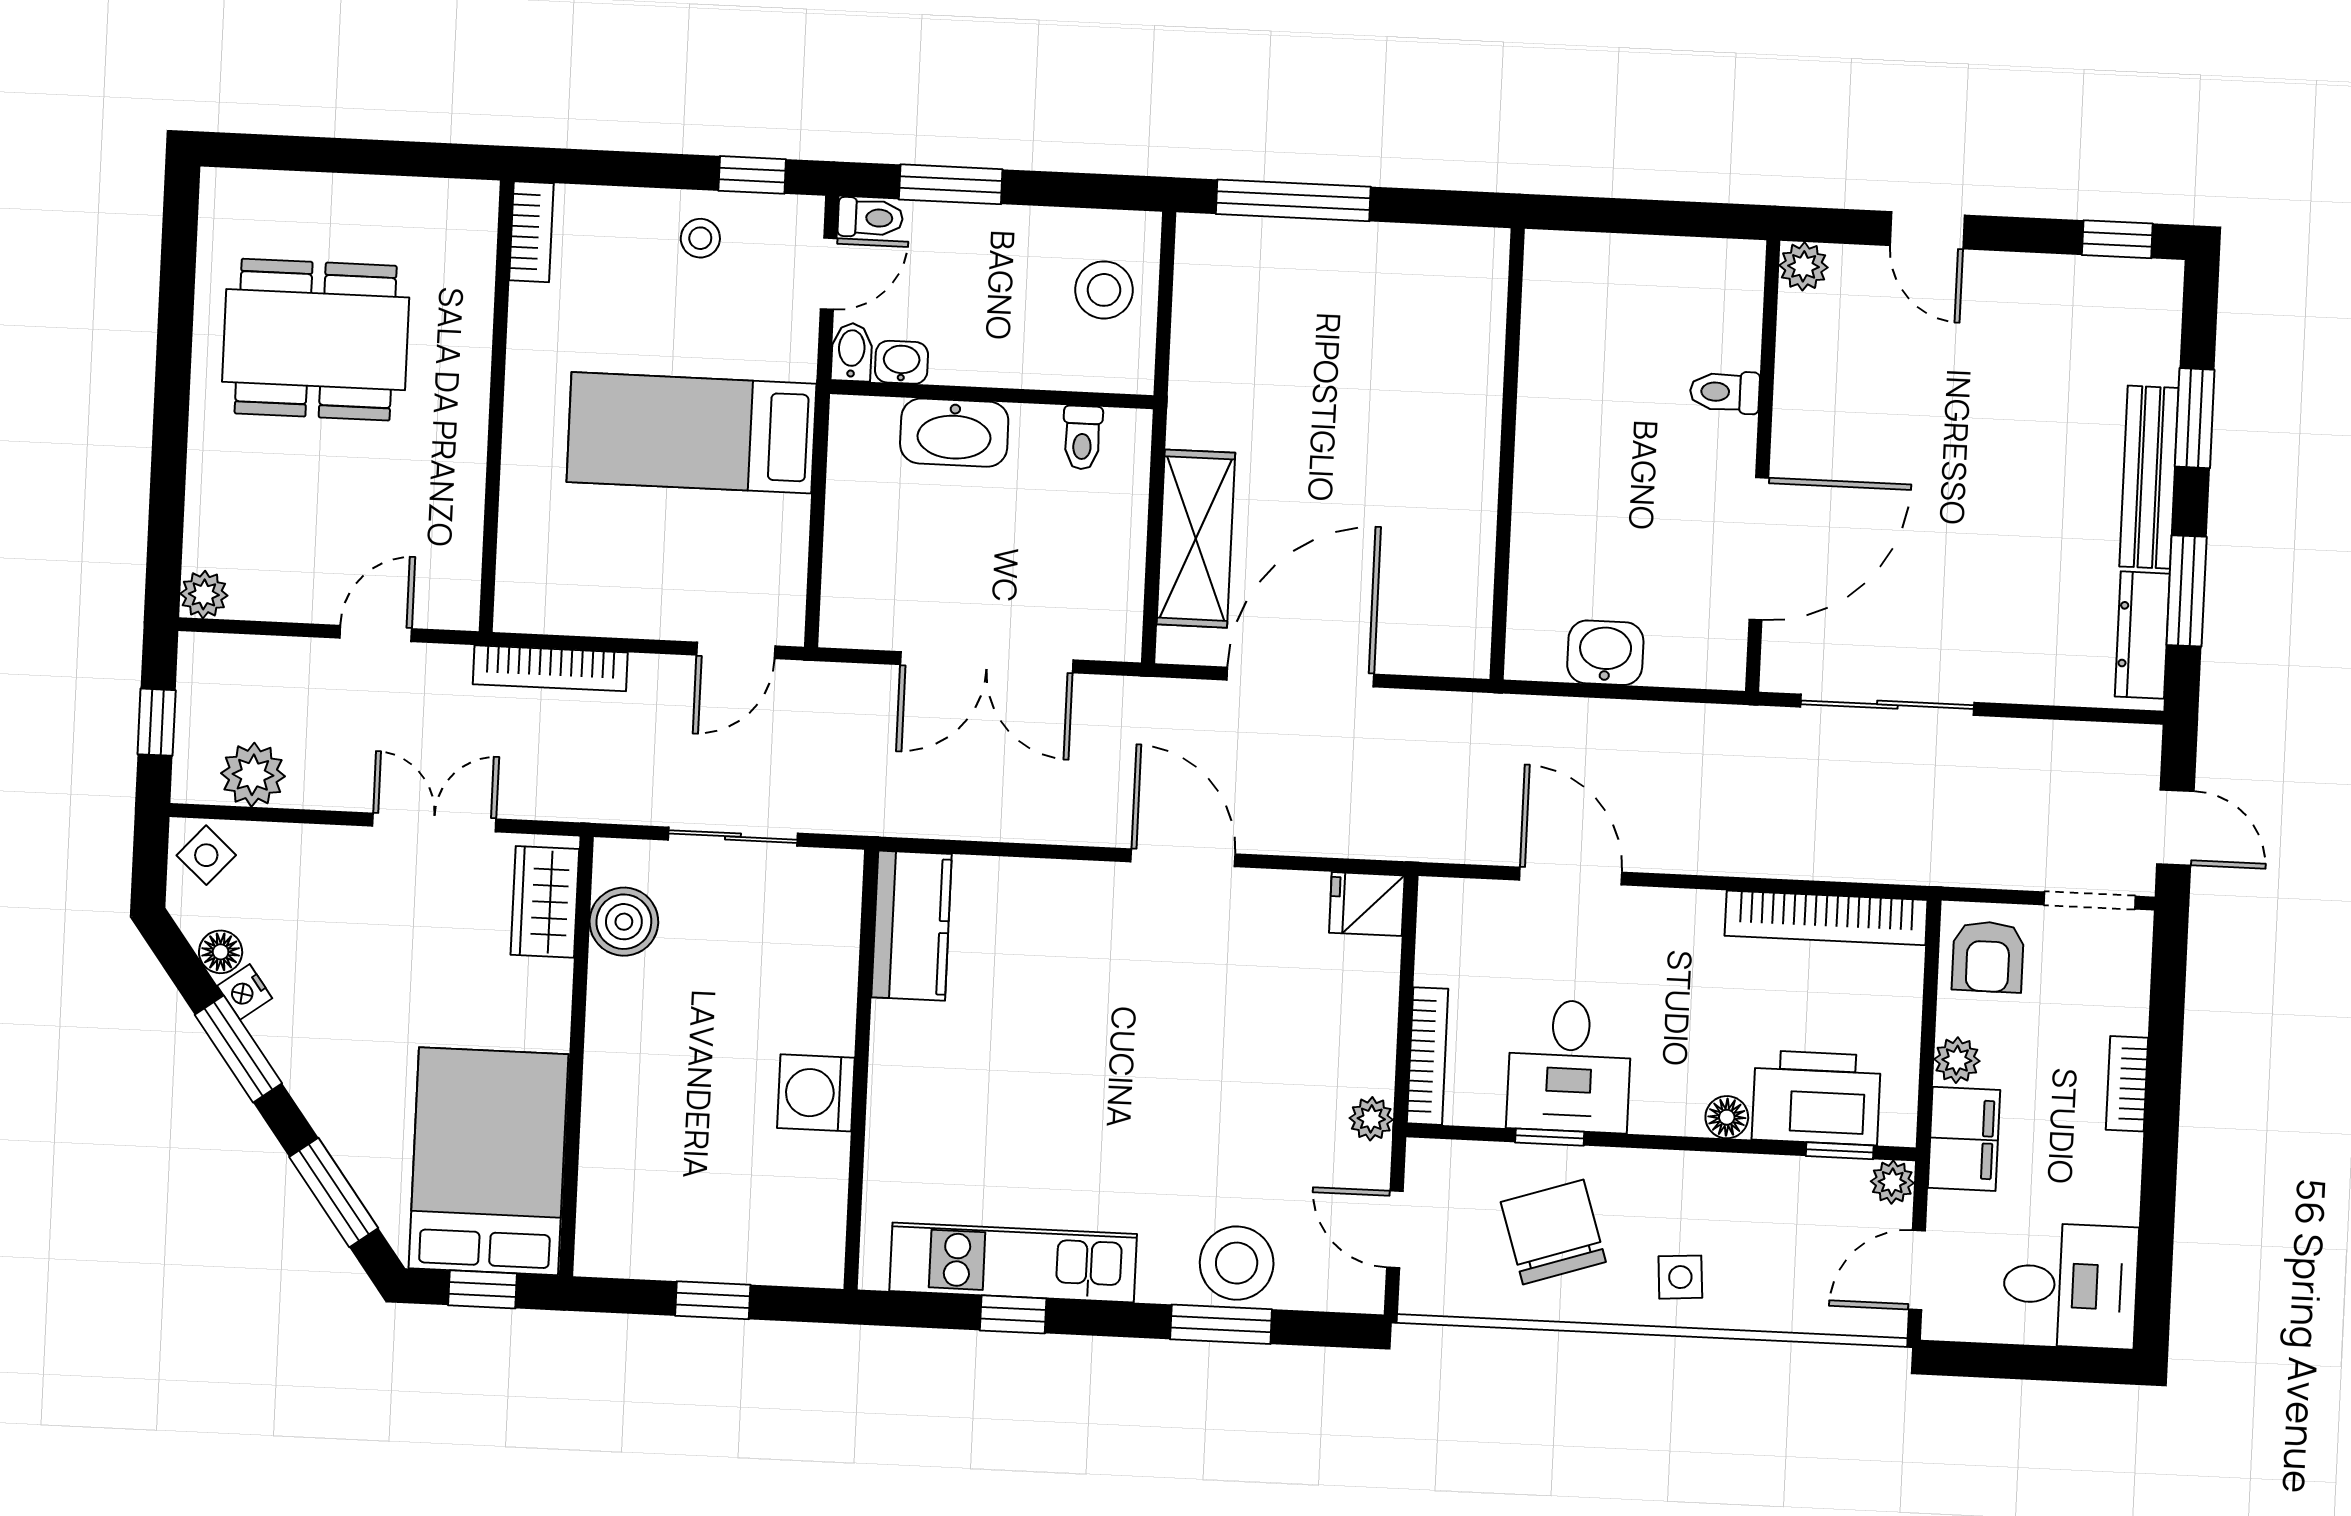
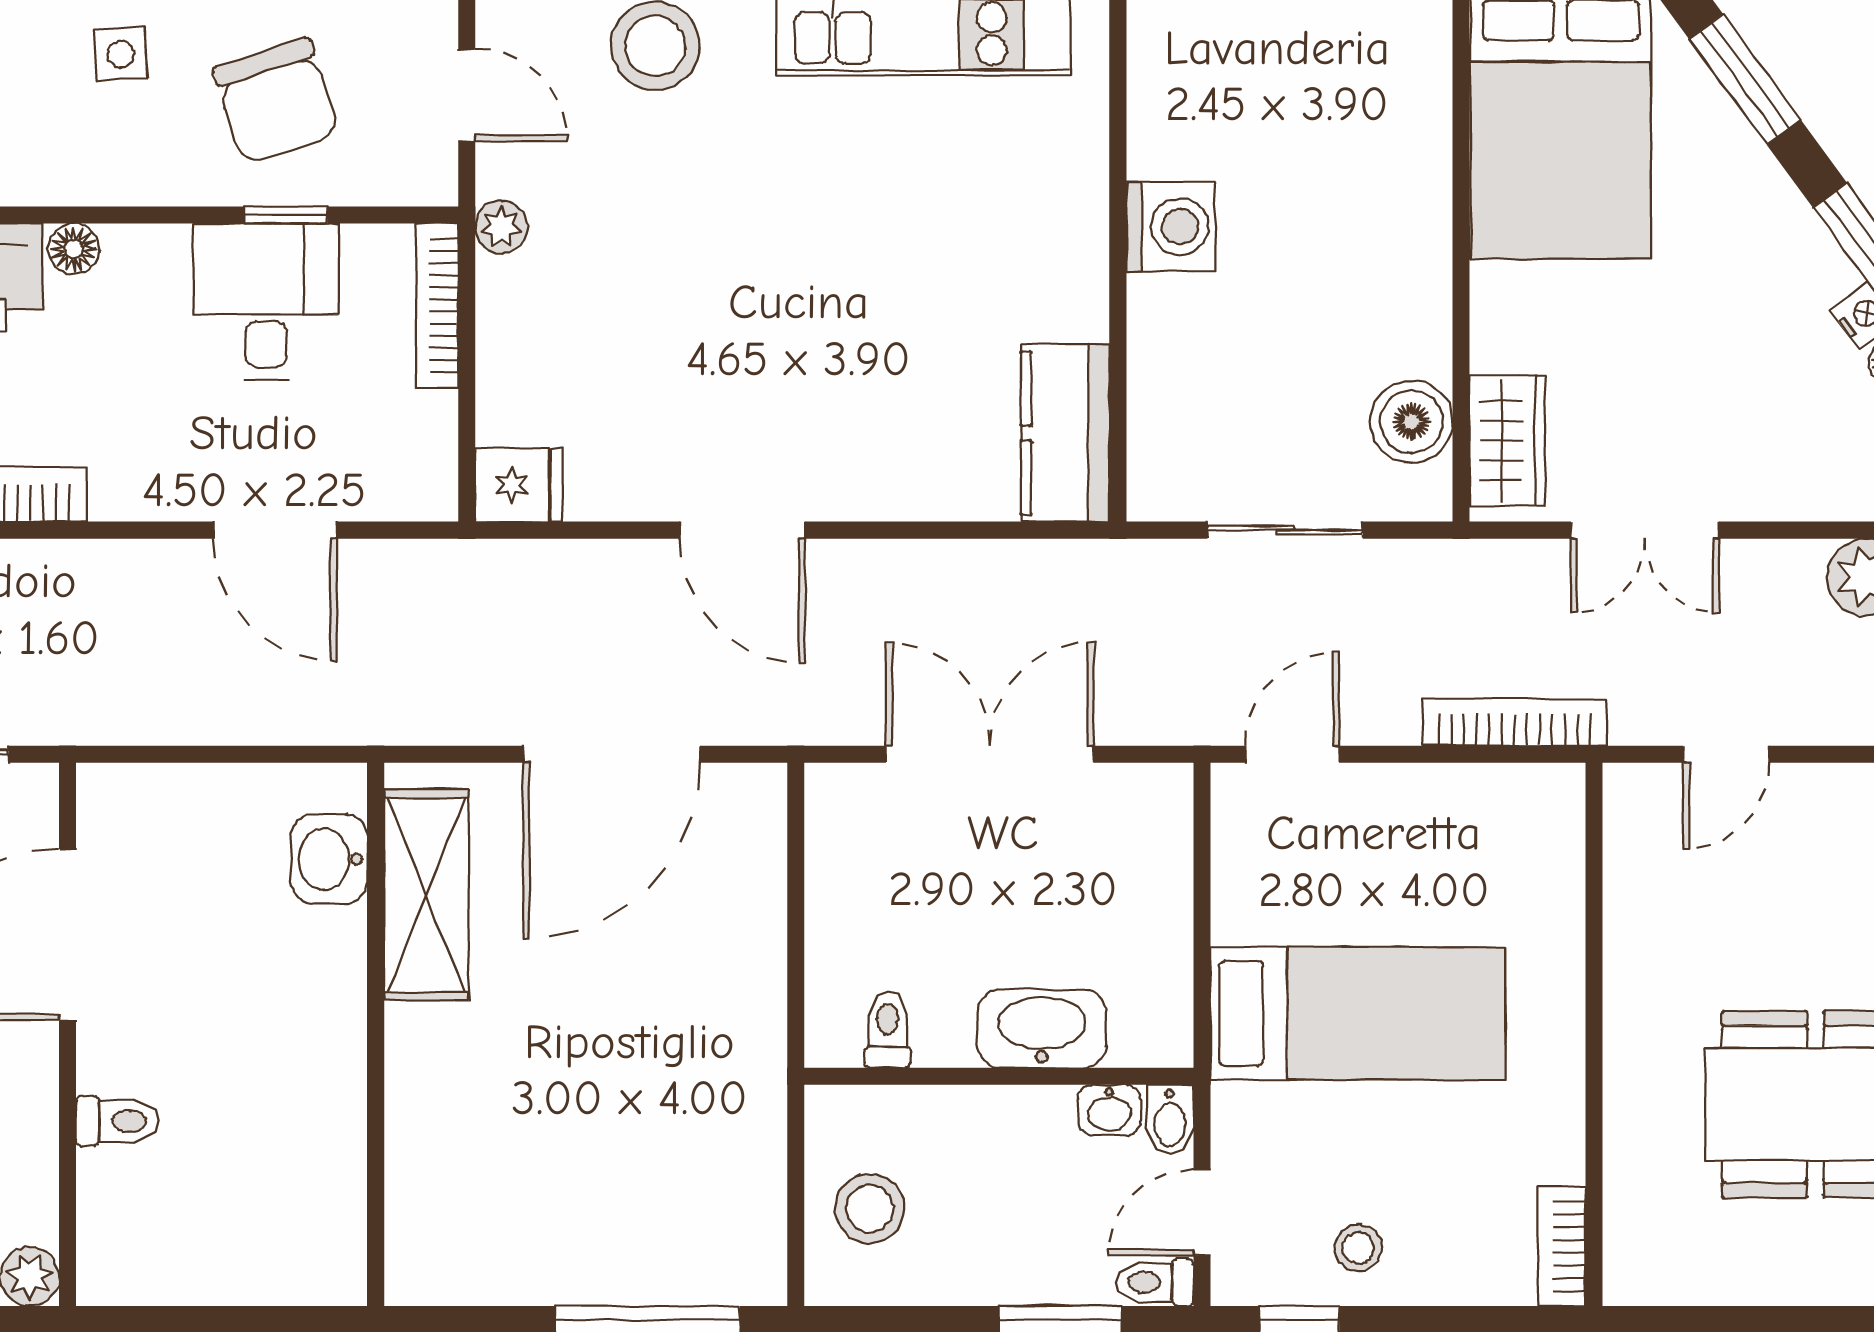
shelving: (1196, 539) -> (426, 895), moved
washbasin: (1605, 653) -> (329, 859), moved, turned 90

